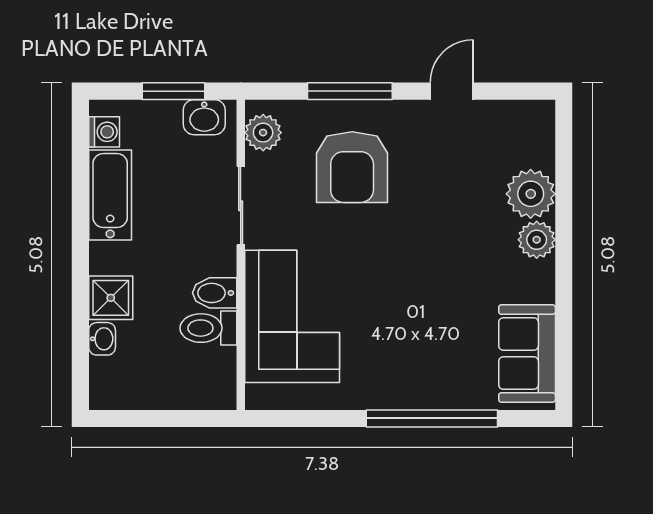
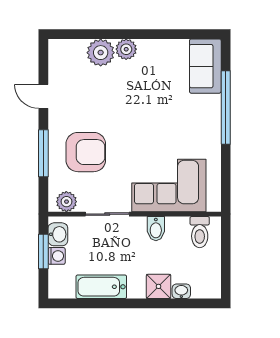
washing machine: (104, 132) -> (57, 256), moved, turned 90
toilet: (208, 328) -> (200, 232), moved
sofa: (527, 354) -> (205, 66), moved, turned 90

